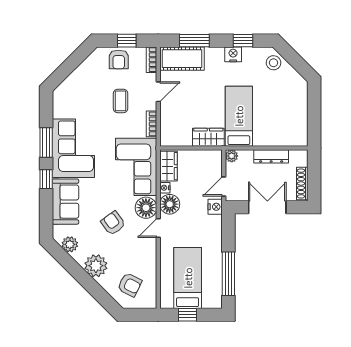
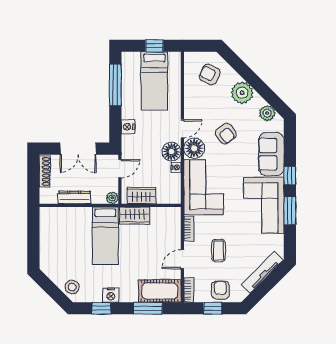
tv unit: (75, 78) -> (262, 272), added
wardrobe: (169, 166) -> (142, 196), moved, turned 90
nightstand: (215, 207) -> (128, 127), moved

